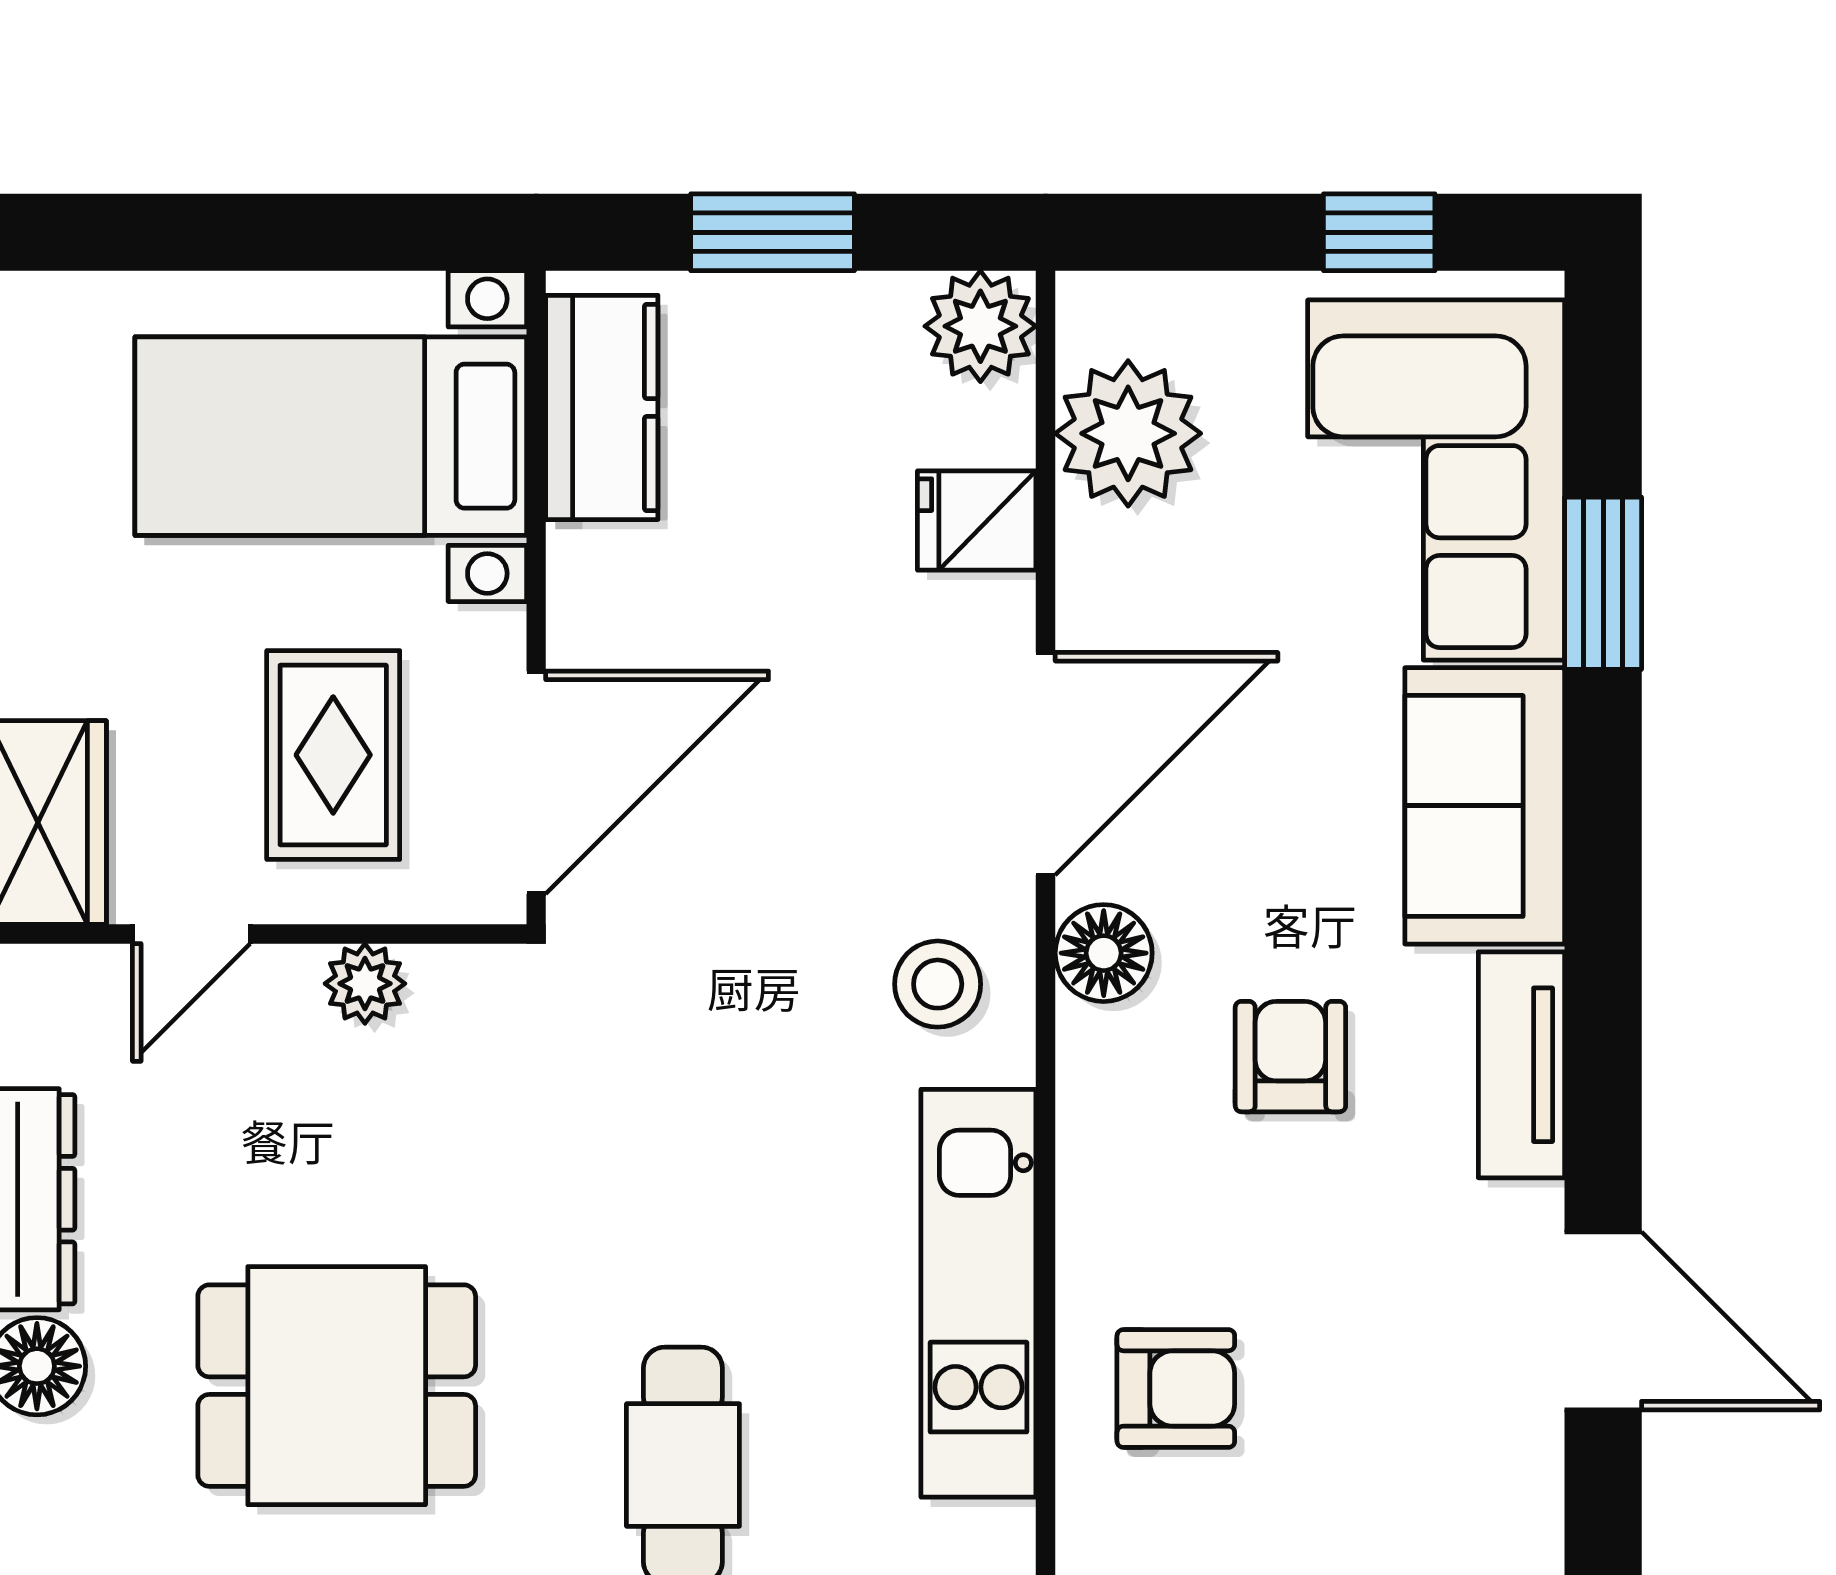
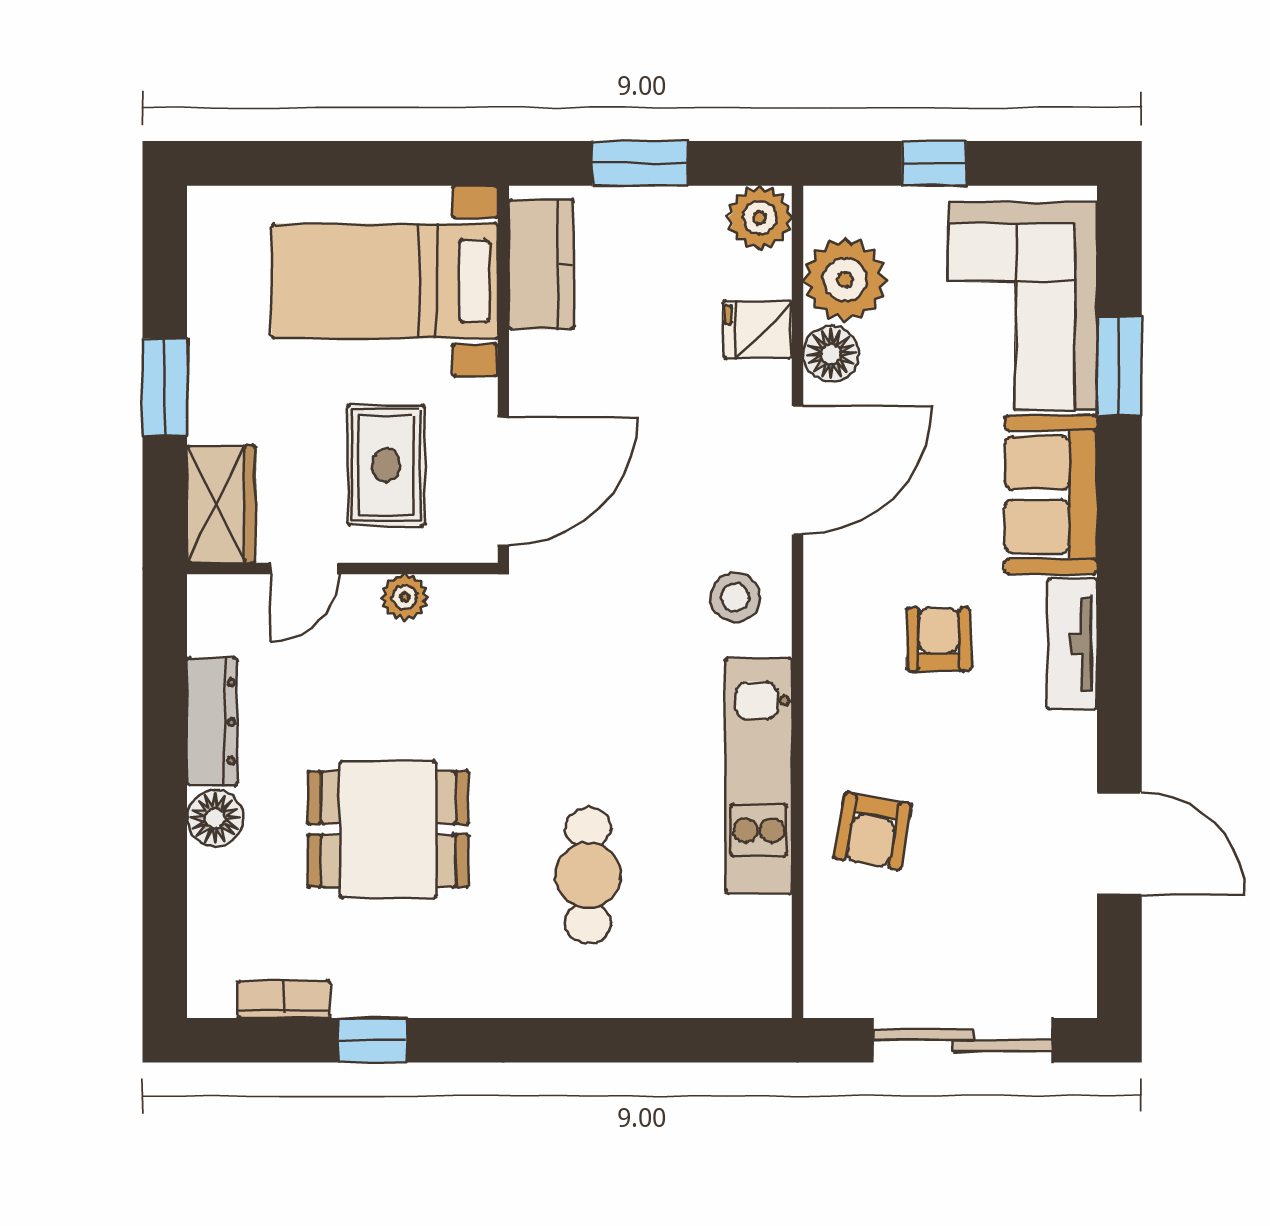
window: (1379, 232) -> (934, 163), moved
floor lamp: (1104, 953) -> (831, 354), moved
door: (1603, 1321) -> (1119, 844), moved
armchair: (1176, 1388) -> (873, 831), turned 100

